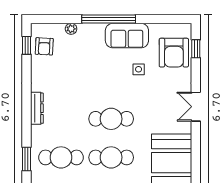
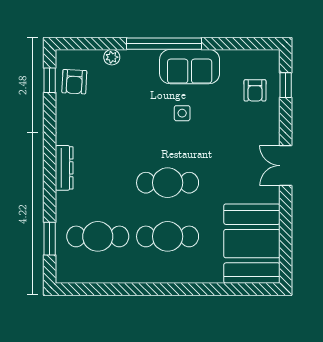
armchair: (174, 53) -> (255, 90), width x0.53, depth x0.53
side table: (139, 69) -> (182, 113), moved

